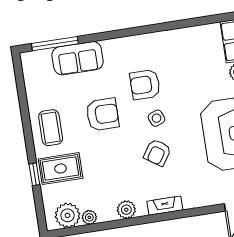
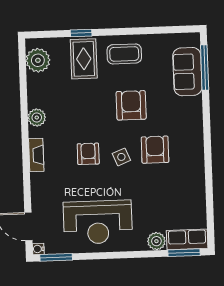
sofa: (78, 58) -> (187, 72), moved
armchair: (102, 114) -> (131, 105), turned 180
armchair: (157, 153) -> (88, 154), turned 56
plant: (89, 217) -> (34, 81), removed

